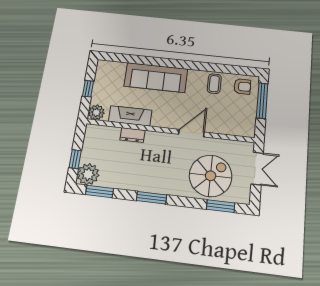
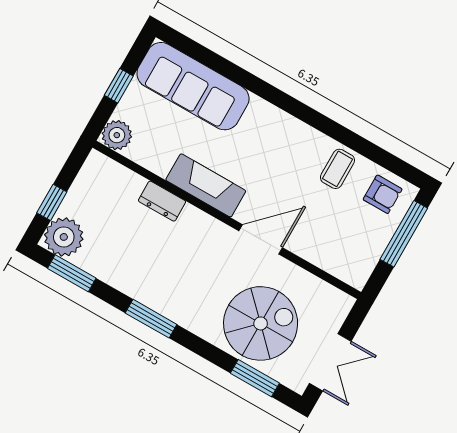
sofa: (156, 77) -> (193, 86), moved
fireplace: (130, 116) -> (206, 185), moved
double door: (257, 168) -> (330, 362), moved

